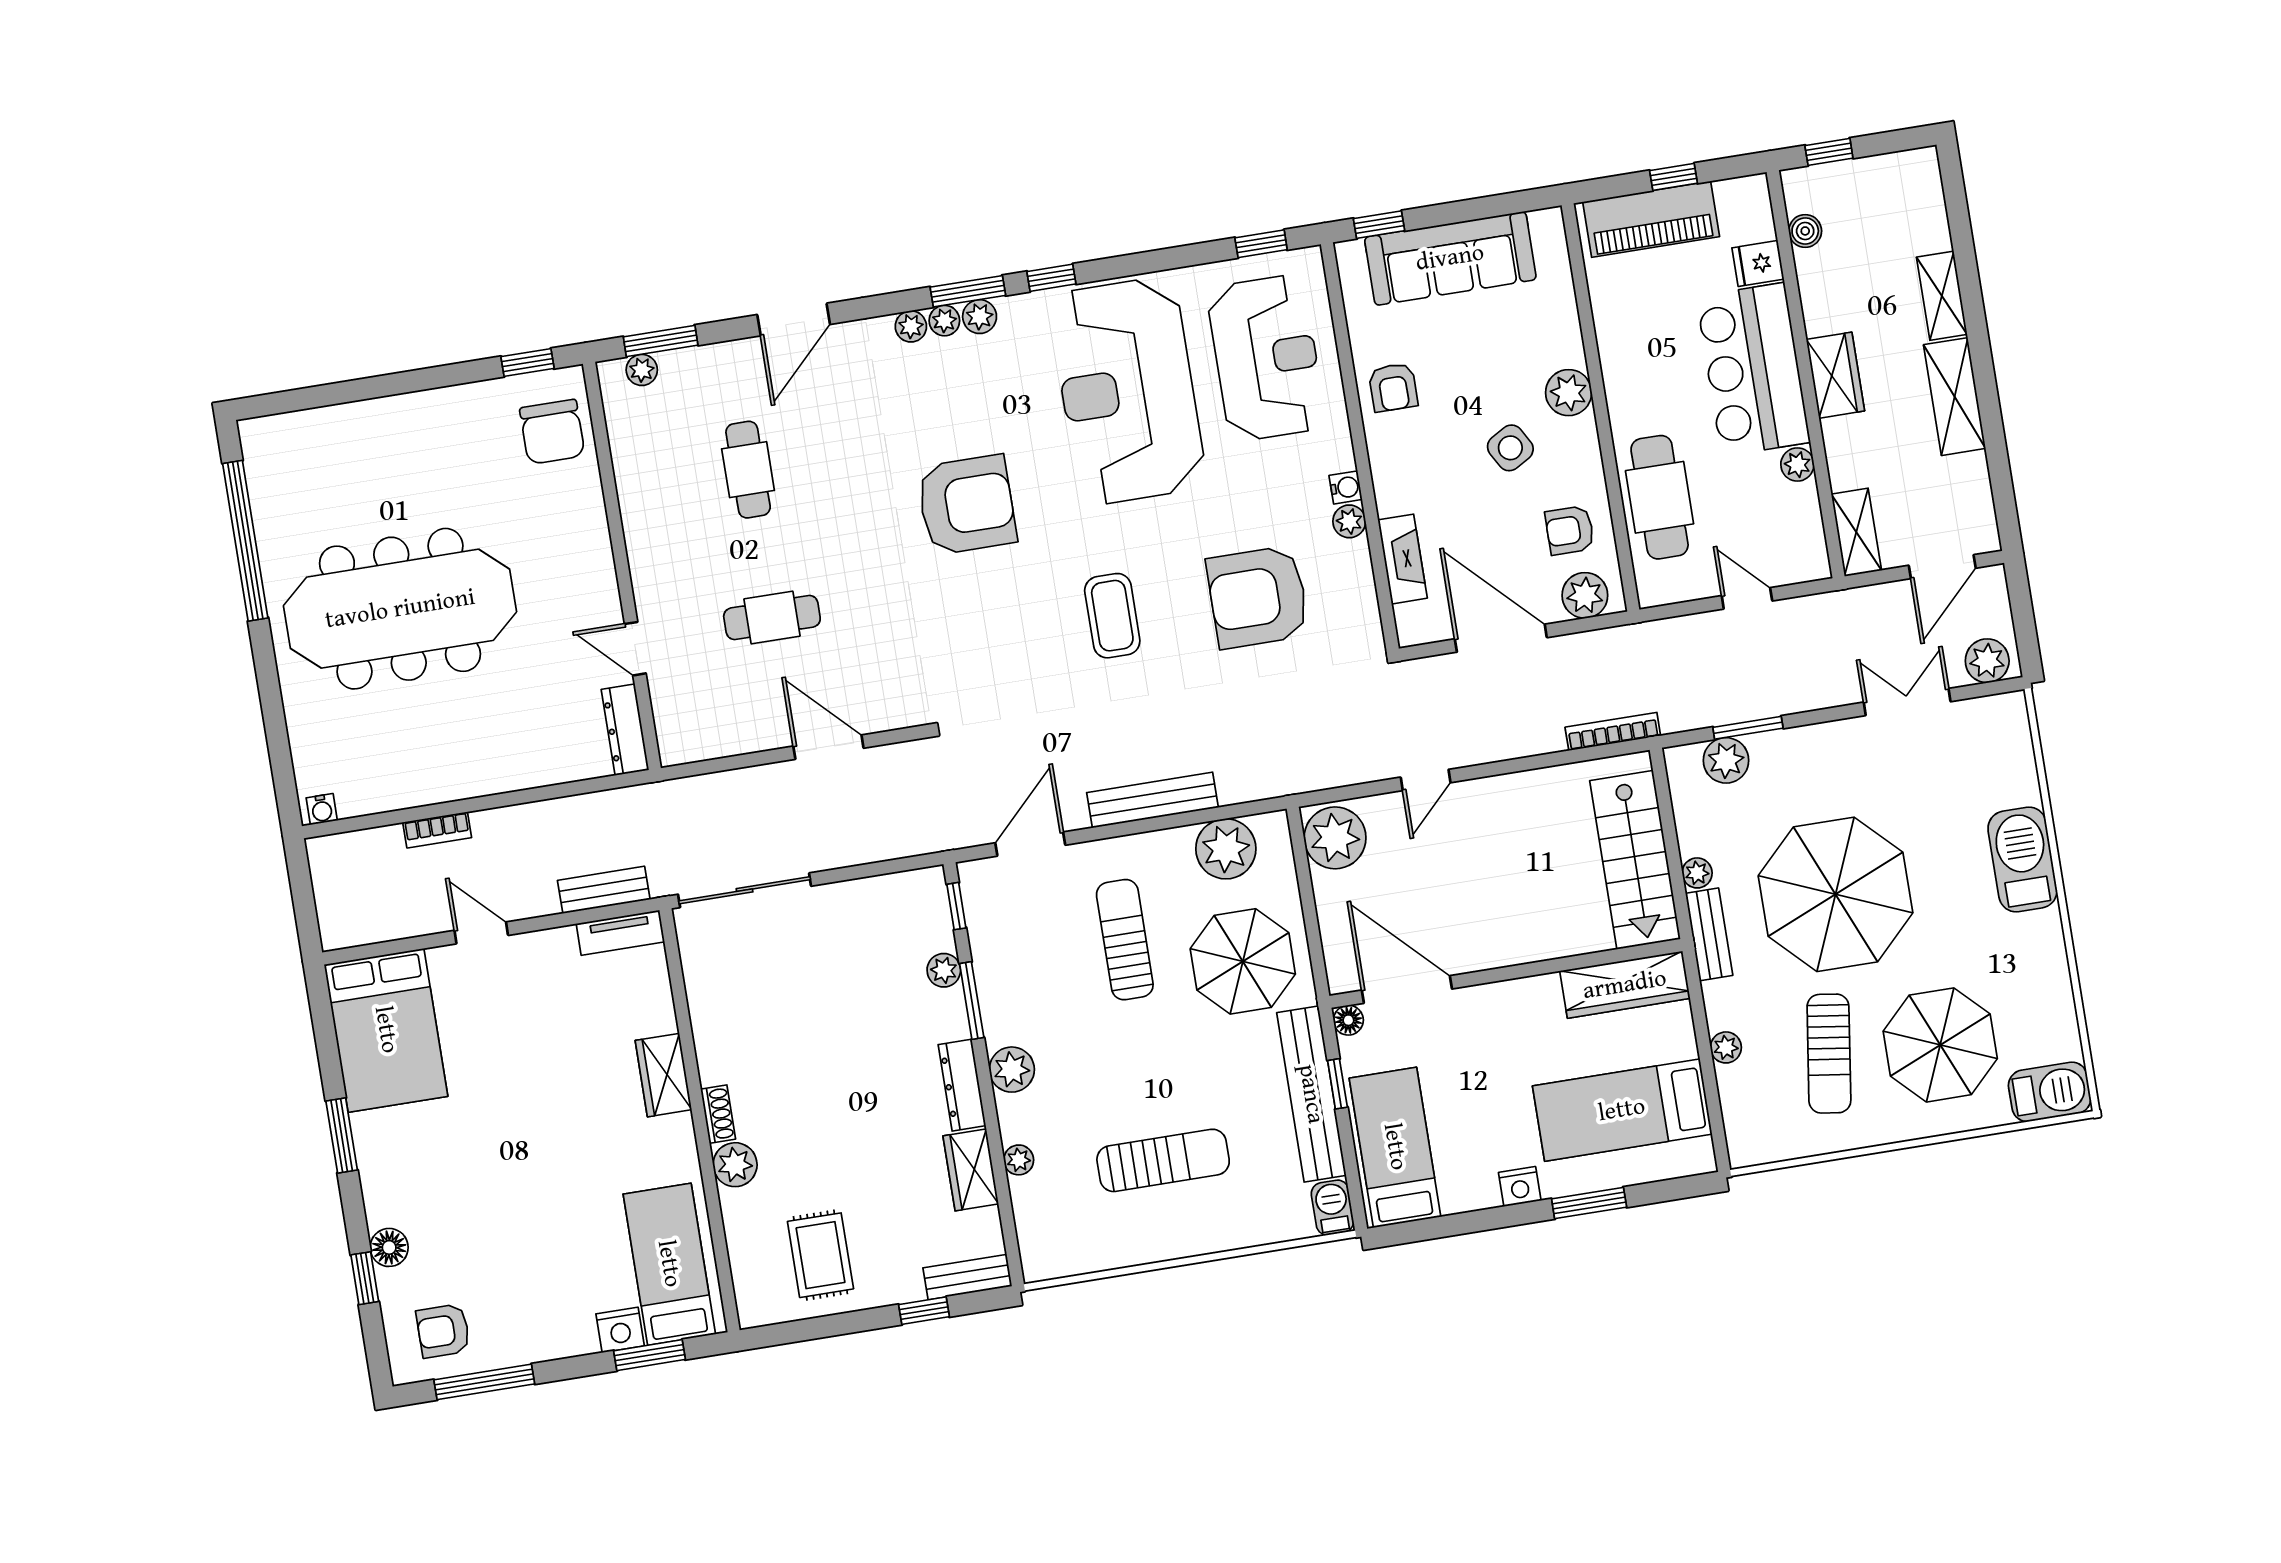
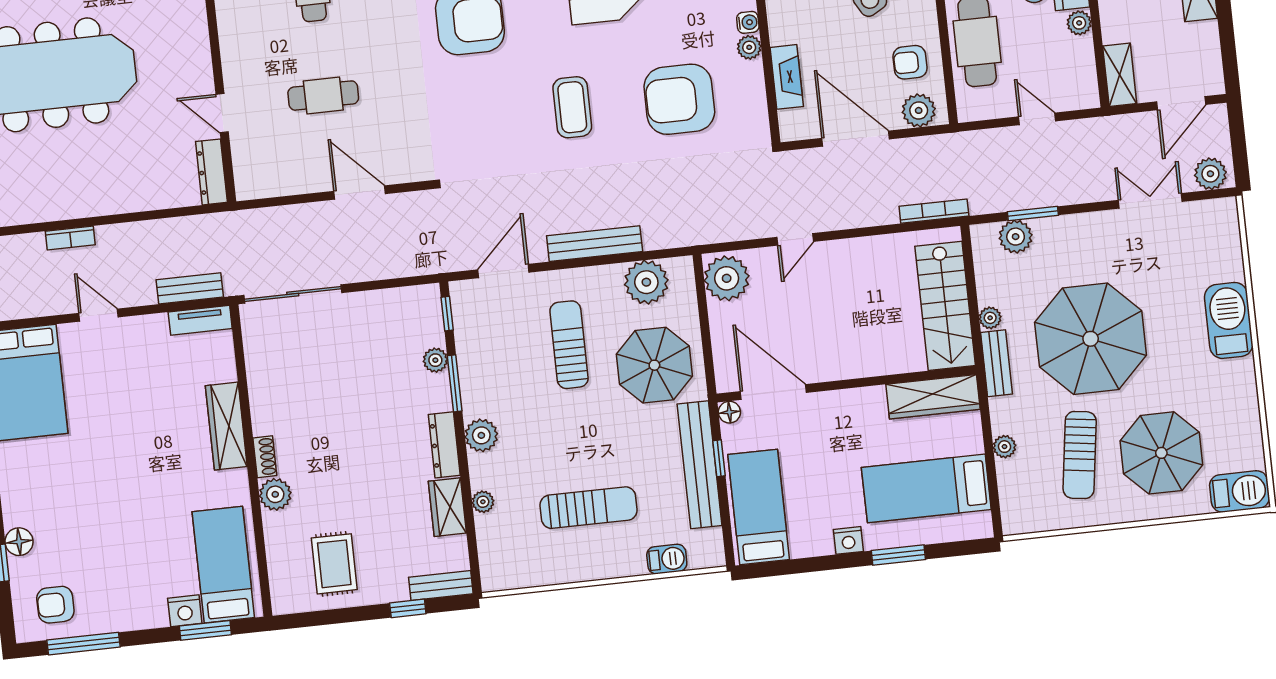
wardrobe: (663, 1075) -> (226, 426), width x1.50
barbecue: (1332, 1208) -> (667, 559), moved, turned 90

